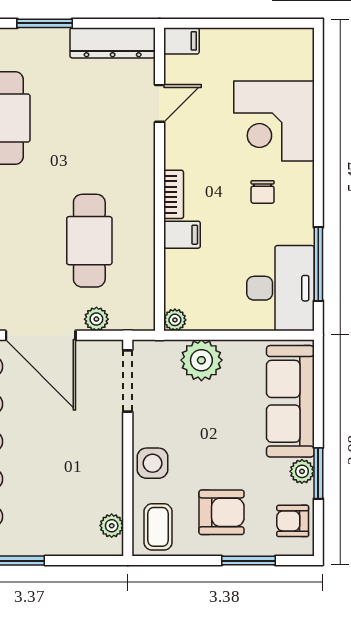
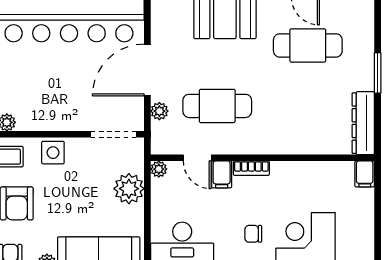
door: (160, 103) -> (197, 158), moved

